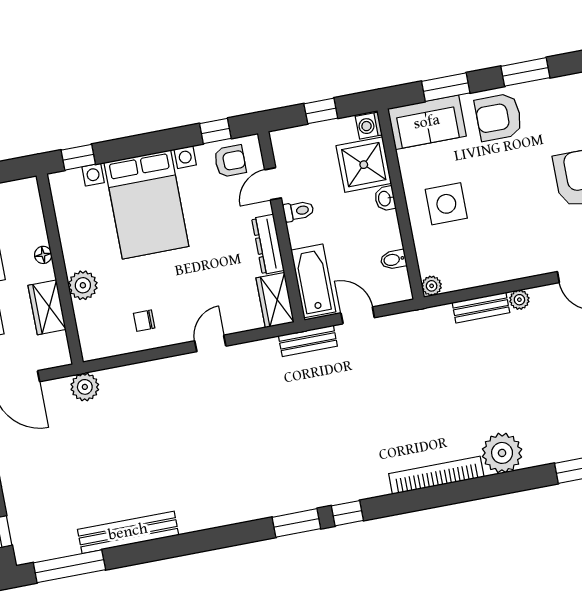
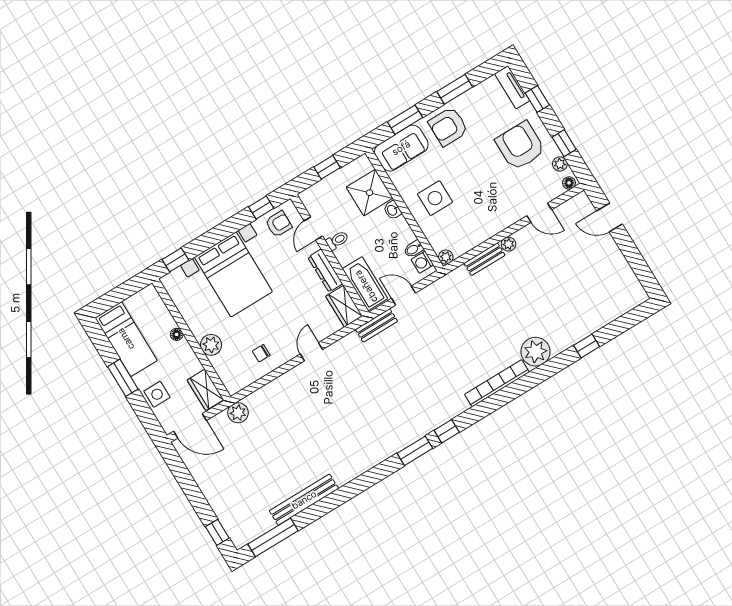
washing machine: (369, 126) -> (422, 262), moved
wardrobe: (47, 307) -> (205, 390), moved

